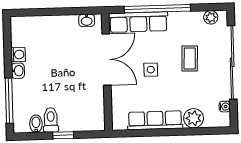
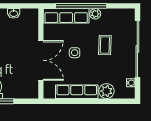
plant: (211, 17) -> (95, 14), moved
washbasin: (87, 20) -> (14, 13), moved
double door: (107, 60) -> (41, 60), moved

